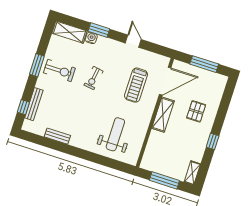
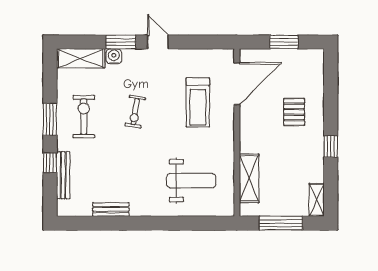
door: (133, 41) -> (158, 42), moved
window: (204, 64) -> (284, 42), width x0.69
exercise bike: (59, 70) -> (84, 117), turned -90
window: (23, 107) -> (50, 163), moved
shelving: (163, 115) -> (249, 178), moved
weight bench: (115, 134) -> (191, 181), turned 90

